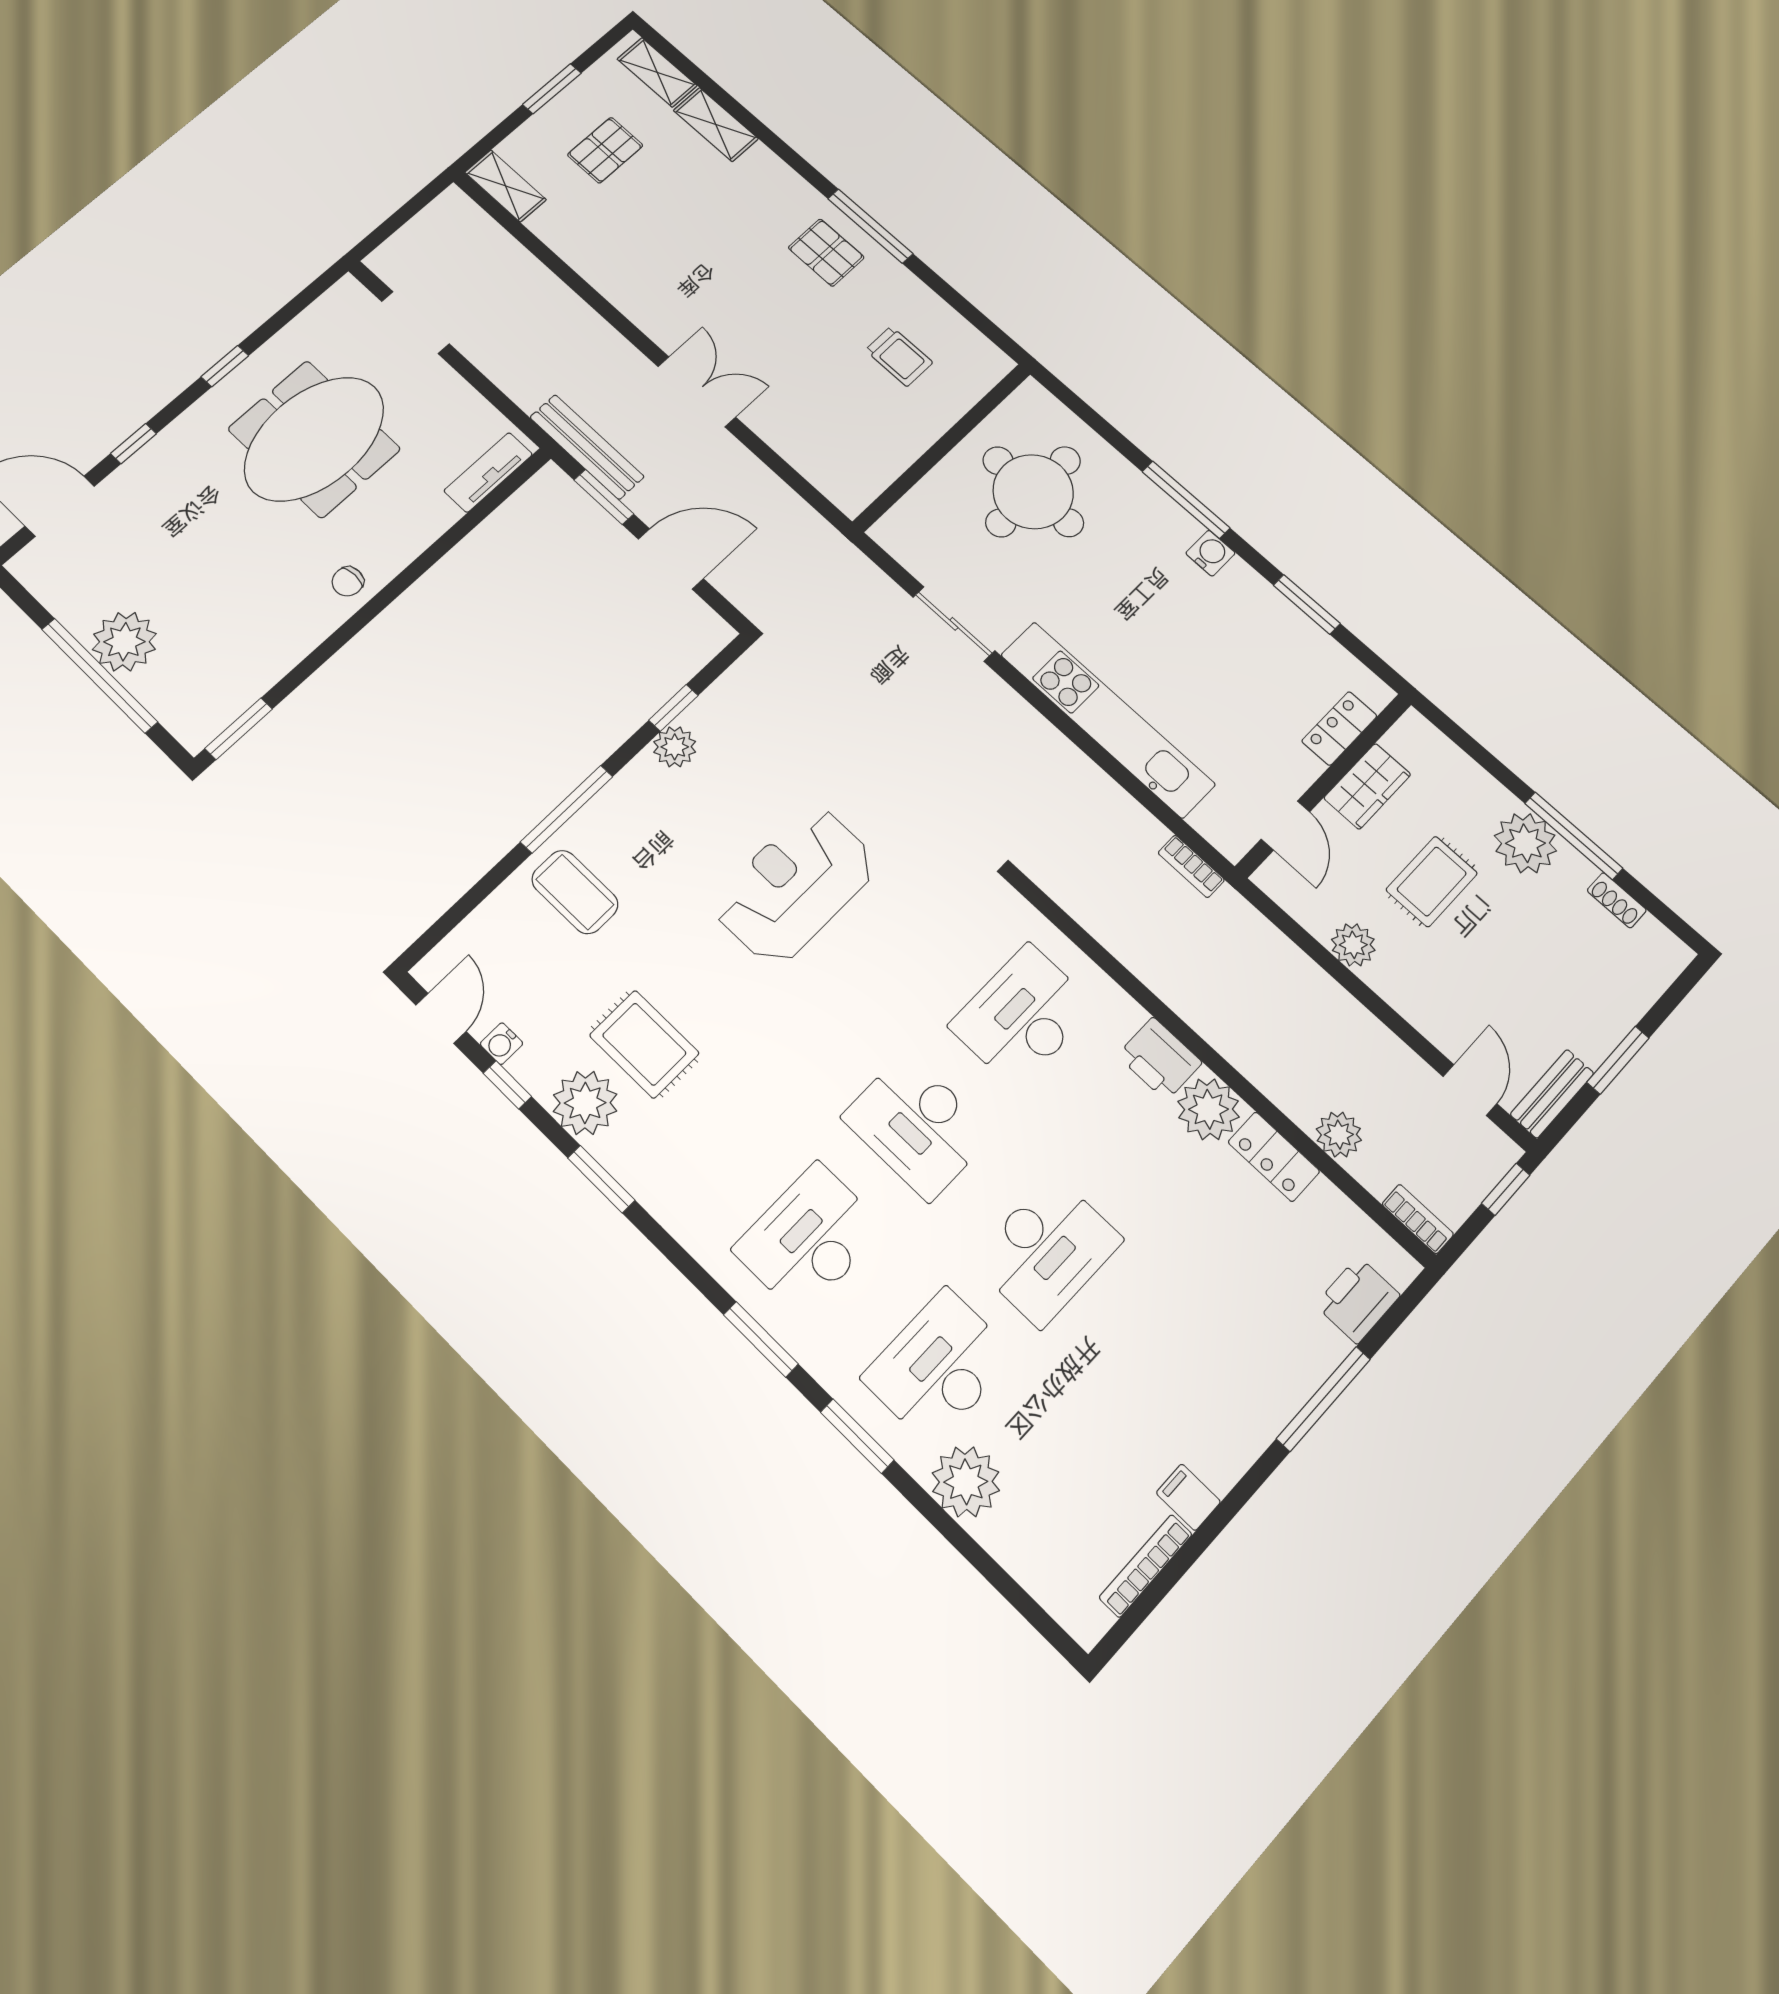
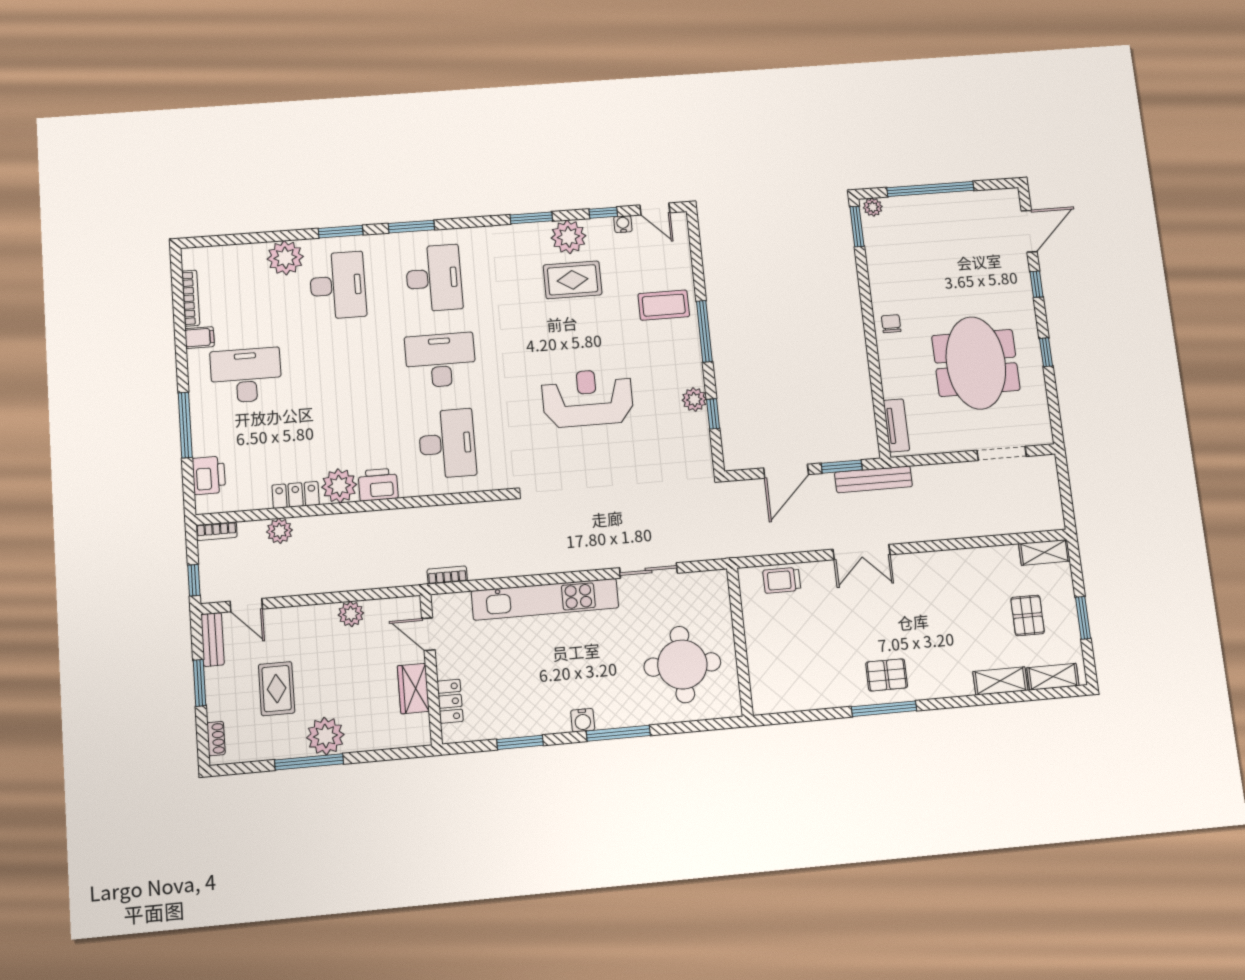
trolley: (899, 356) -> (782, 580), moved
plant: (124, 642) -> (873, 207), moved, width x0.53, depth x0.53
rug: (1432, 881) -> (277, 689), moved
reception desk: (795, 885) -> (587, 398), turned -90
shoe rack: (1617, 900) -> (216, 739), moved, turned 90
desk: (1047, 1250) -> (246, 375), moved, turned 90

